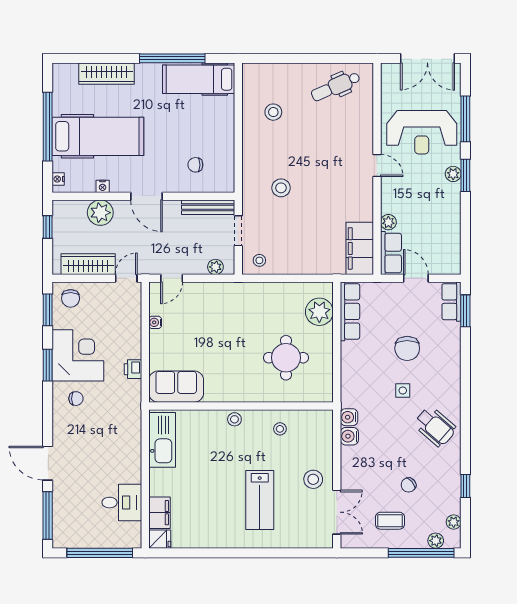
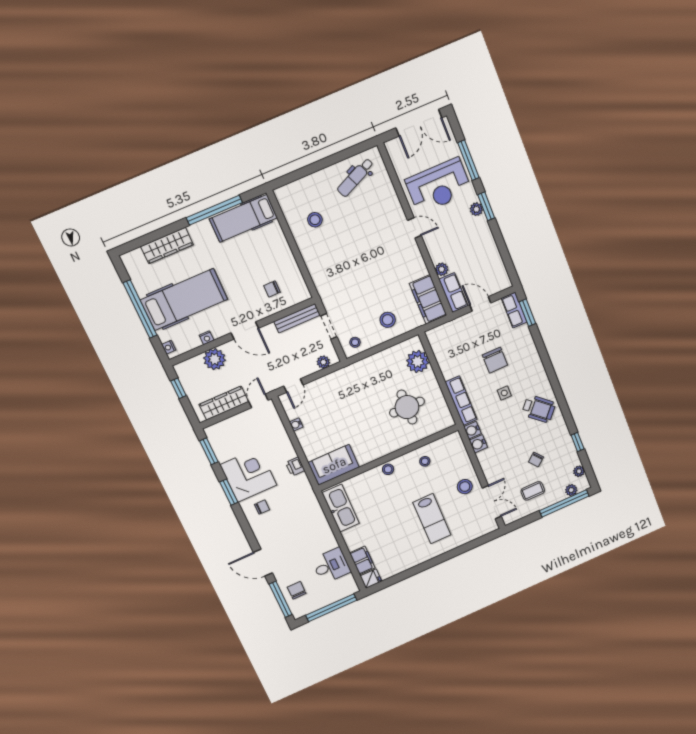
stool: (281, 188) -> (388, 320), moved
chair: (71, 298) -> (297, 590), moved, turned 180
row of seats: (350, 311) -> (461, 401), moved

